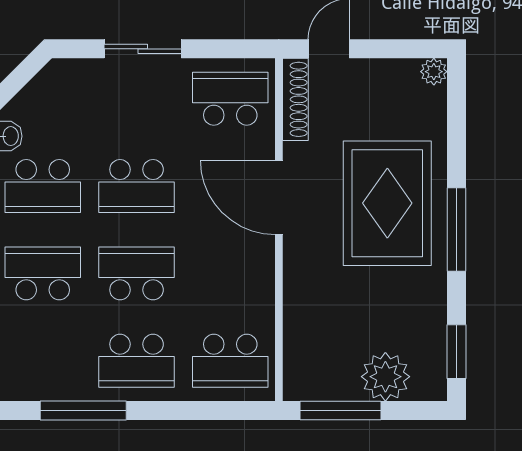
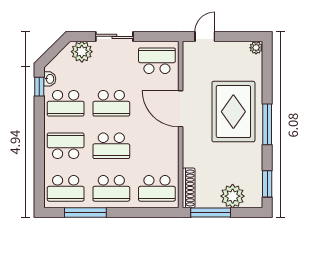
plant: (76, 80) -> (82, 52), added
shoe rack: (295, 99) -> (189, 188), moved
school desk: (137, 273) -> (111, 146), turned 180
school desk: (43, 361) -> (66, 188), added

